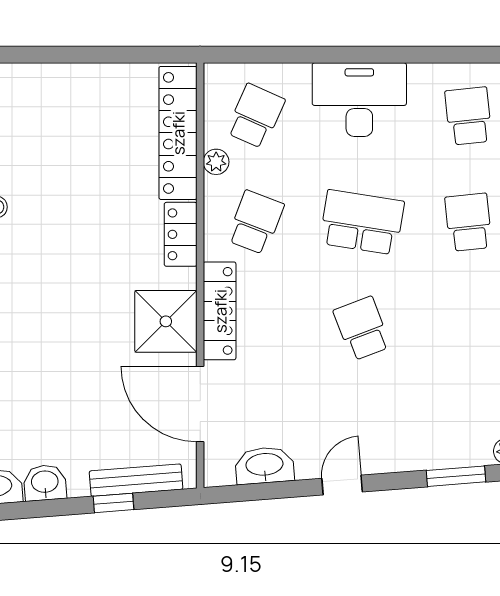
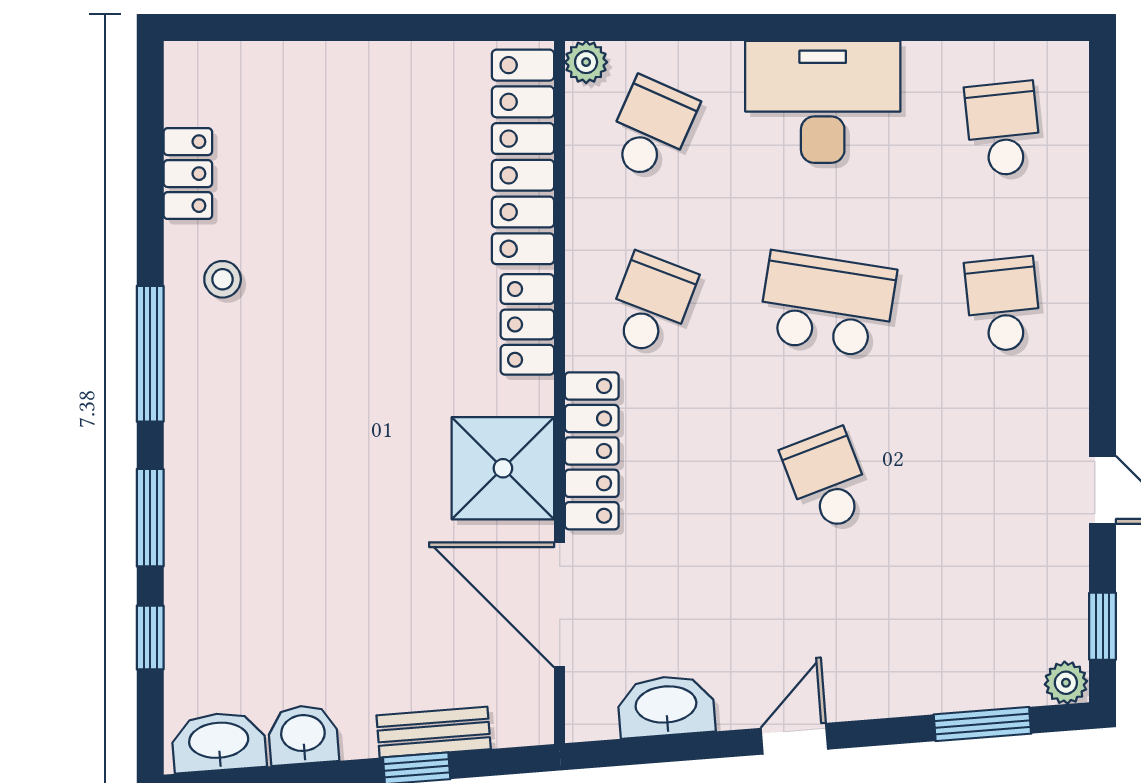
plant: (216, 162) -> (586, 62), moved
bench: (136, 480) -> (434, 732), width x0.73

